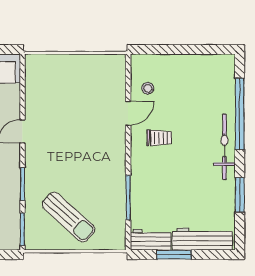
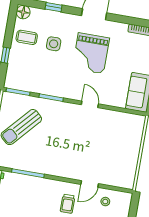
door: (128, 113) -> (90, 184), hinge flipped

